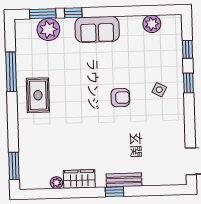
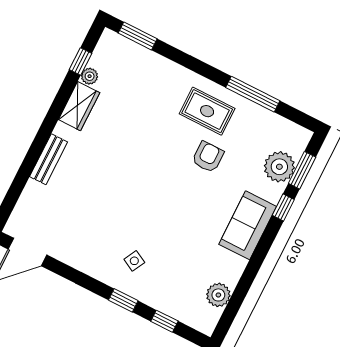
armchair: (120, 98) -> (208, 157), moved, turned 180
window: (115, 192) -> (80, 62), moved

